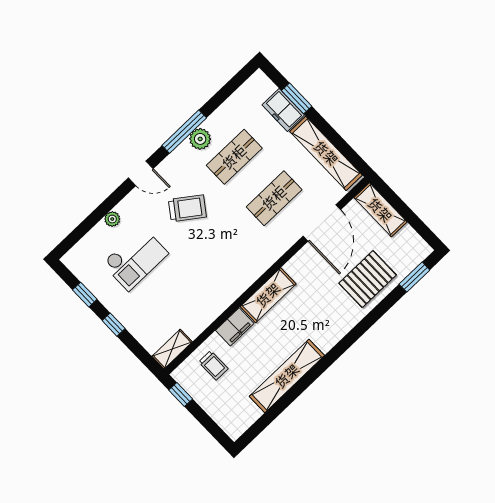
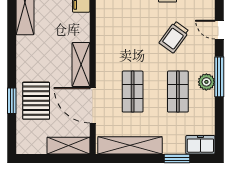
freezer: (283, 110) -> (200, 145), moved
door: (141, 173) -> (219, 30), hinge flipped
window: (414, 277) -> (12, 101), moved
shelving: (268, 295) -> (81, 64), moved

